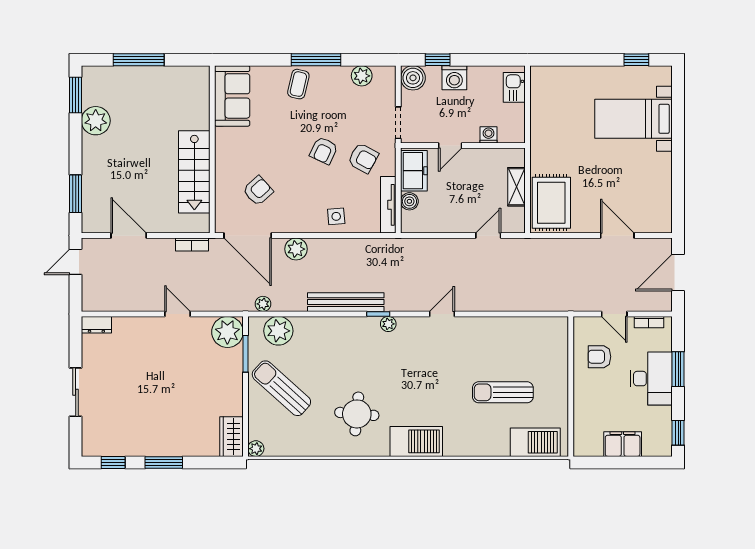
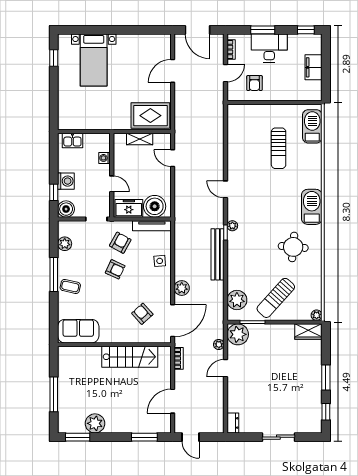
boiler: (409, 201) -> (155, 206), width x1.86, depth x1.86
plant: (263, 304) -> (219, 344), moved

